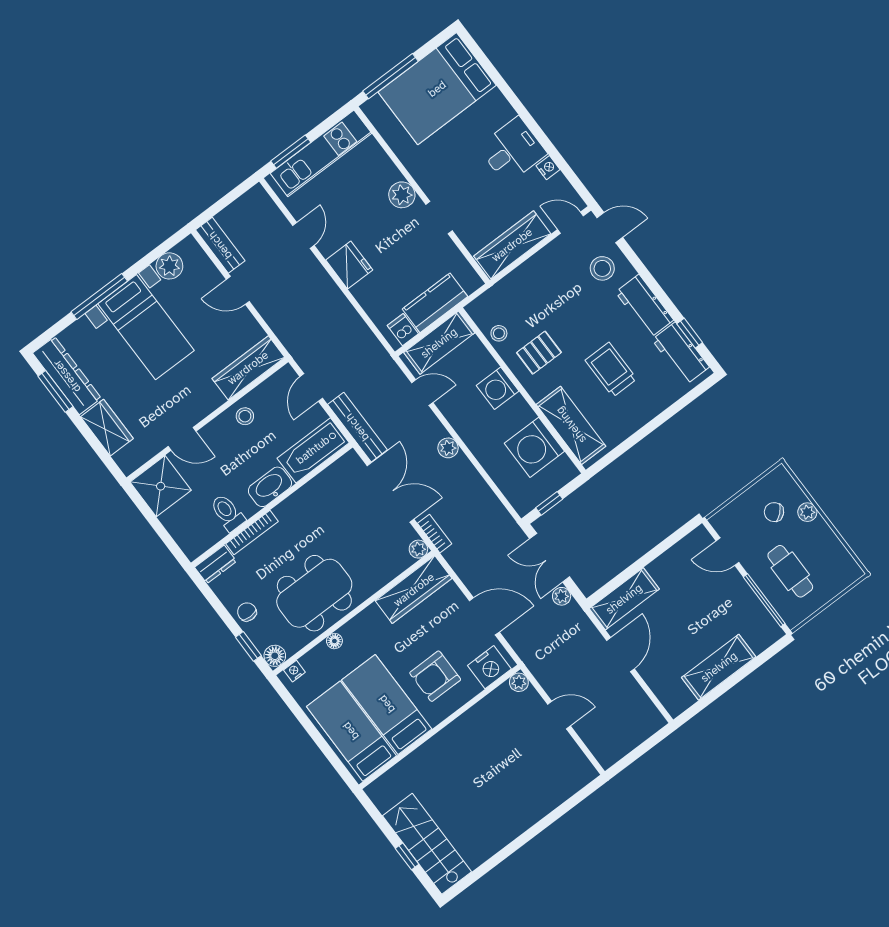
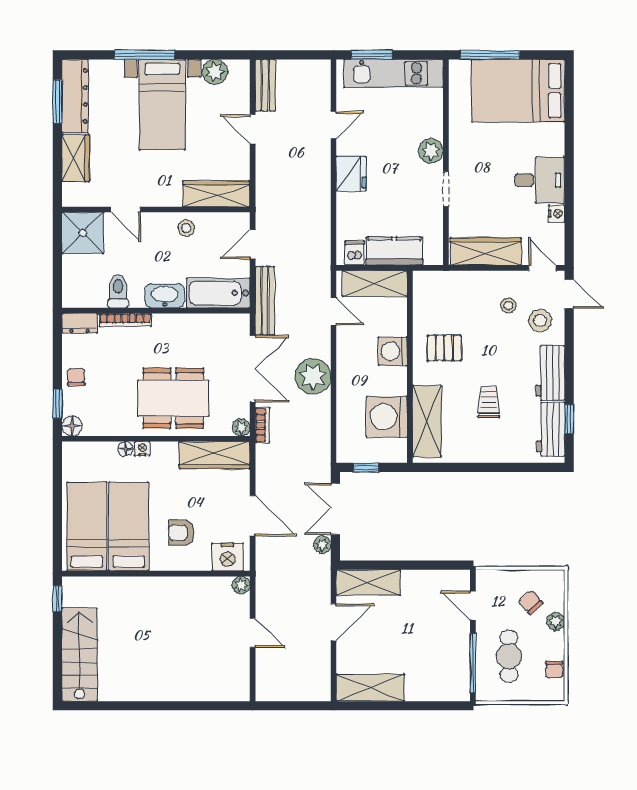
stool: (499, 333) -> (508, 305), moved
trolley: (611, 370) -> (489, 402), width x0.73, depth x0.72
plant: (448, 448) -> (313, 376), width x1.88, depth x1.88
chair: (837, 554) -> (554, 670), added
dining table: (314, 593) -> (173, 398), moved
shelving: (719, 667) -> (370, 688), moved
nightstand: (294, 671) -> (142, 449), moved
armchair: (435, 676) -> (181, 533), width x0.72, depth x0.72
window: (407, 856) -> (57, 599), moved

